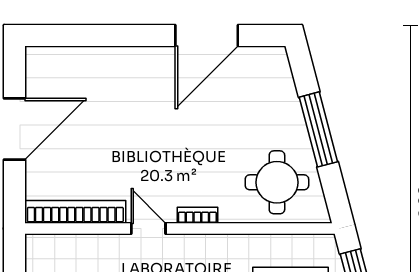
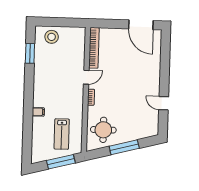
door: (207, 35) -> (164, 103), width x0.53
door: (15, 129) -> (141, 25), moved

